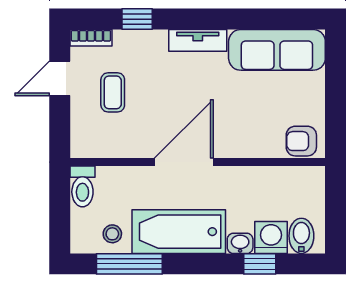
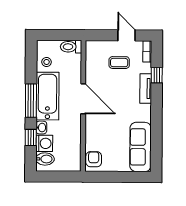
tv unit: (198, 40) -> (146, 88), moved
window: (129, 264) -> (31, 101), moved

